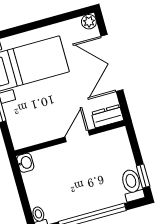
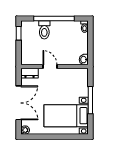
door: (77, 136) -> (50, 67), swing flipped
toilet: (132, 185) -> (44, 30), moved

